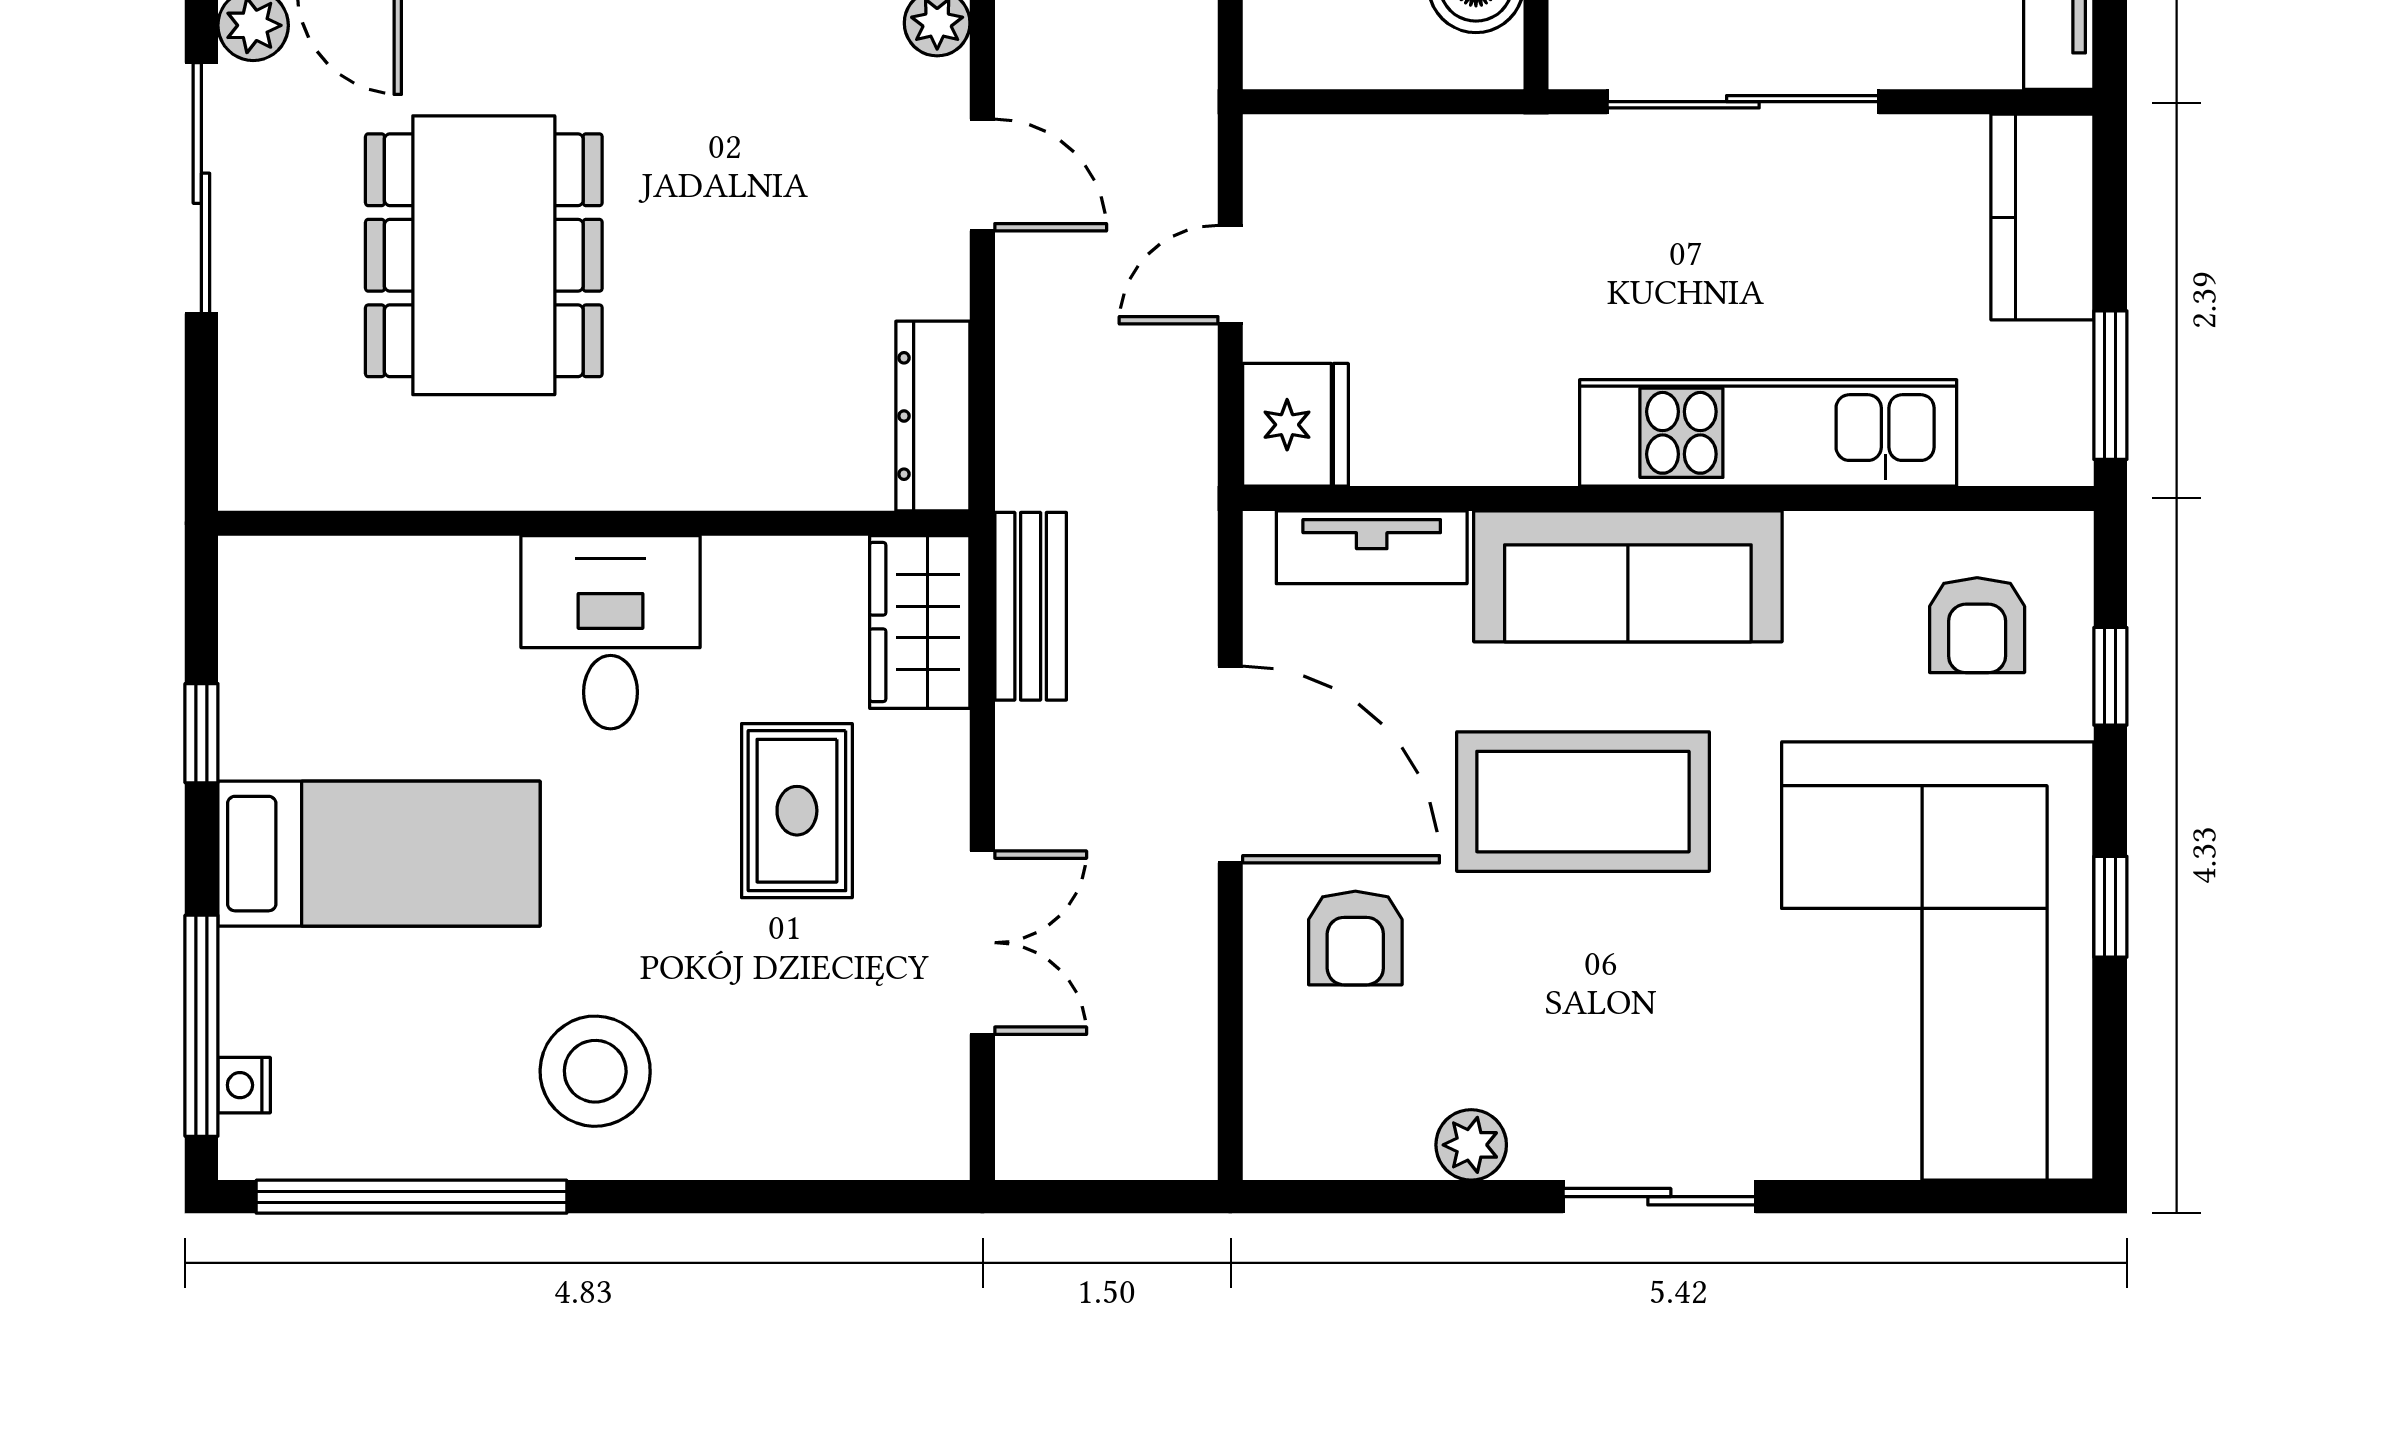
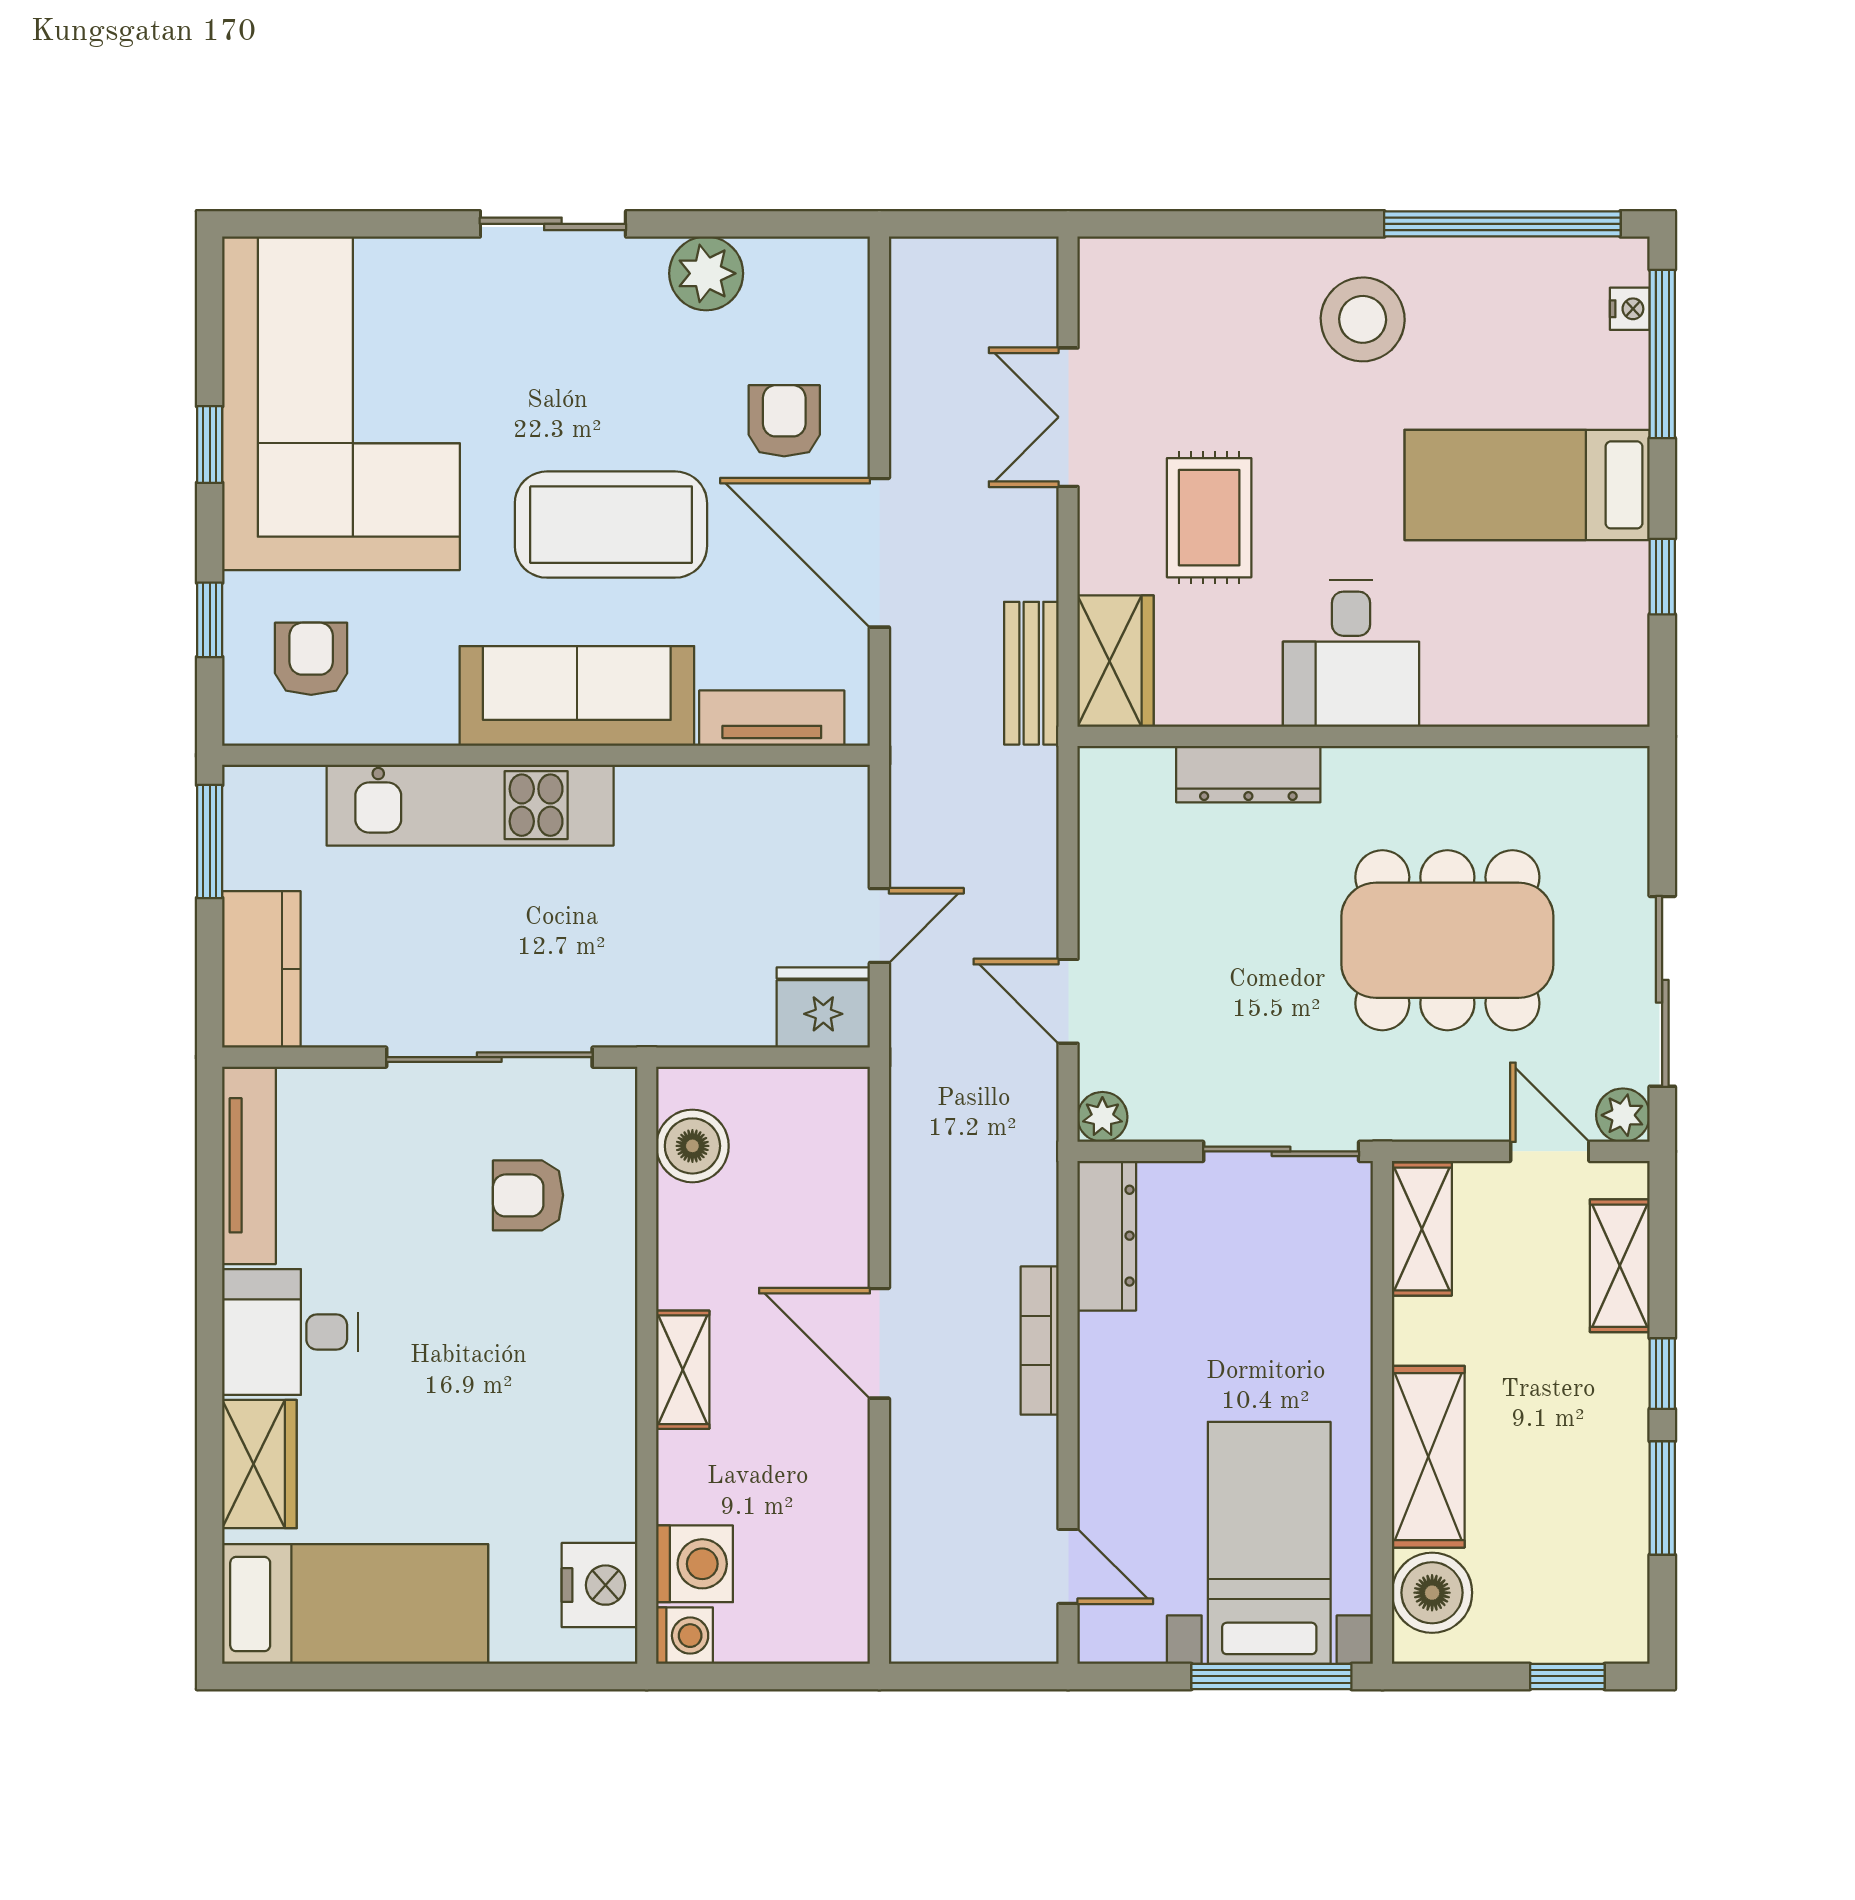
dining table: (484, 255) -> (1447, 940), turned 90
dresser: (933, 416) -> (1248, 774), moved, turned 90
fridge: (1295, 425) -> (823, 1007), moved, turned 90
plant: (1471, 1145) -> (706, 273), width x1.38, depth x1.38

